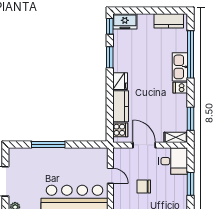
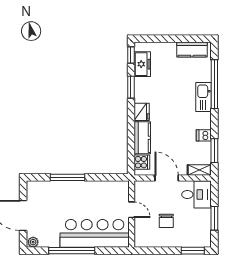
freezer: (125, 21) -> (142, 64), moved, turned -90
dishwasher: (180, 88) -> (204, 135), moved
chair: (144, 187) -> (166, 221), turned -90

